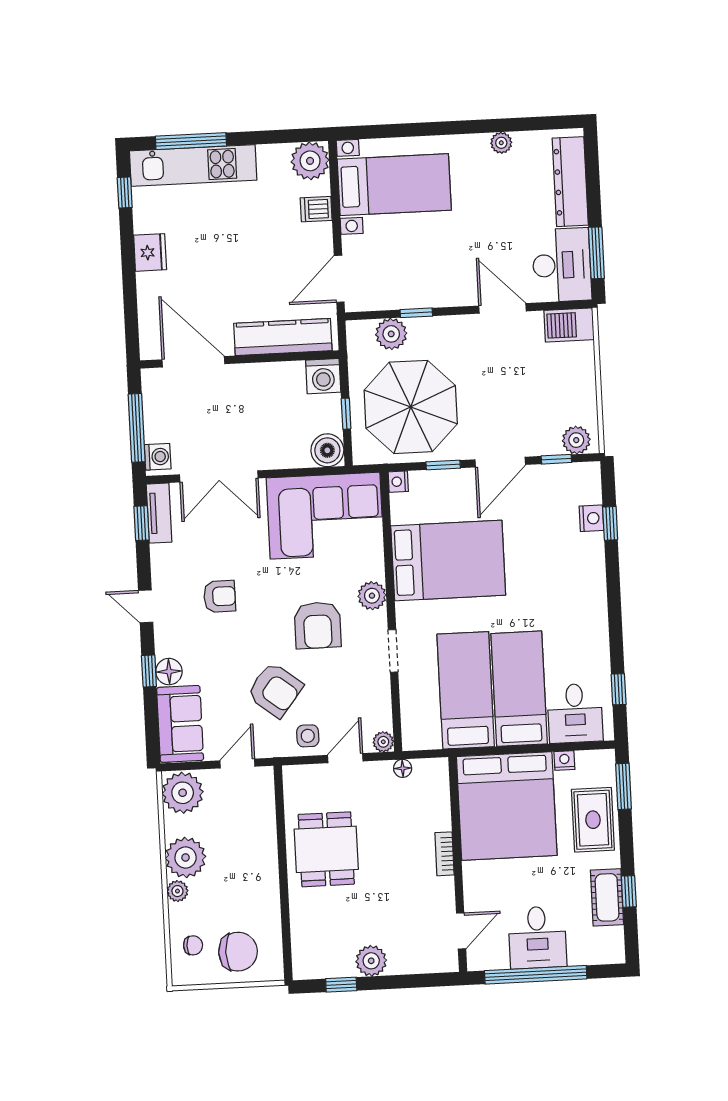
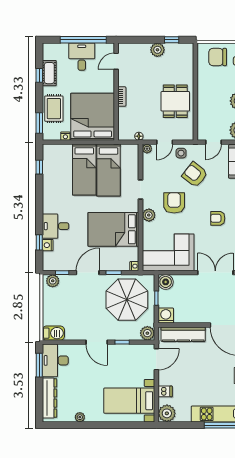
door: (503, 308) -> (97, 342), moved
plant: (391, 334) -> (147, 333), moved
desk: (575, 713) -> (56, 226), moved, turned -90

